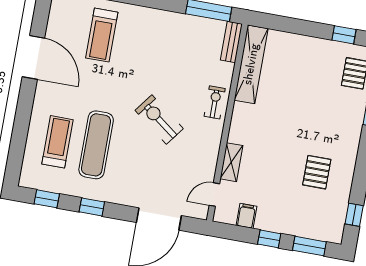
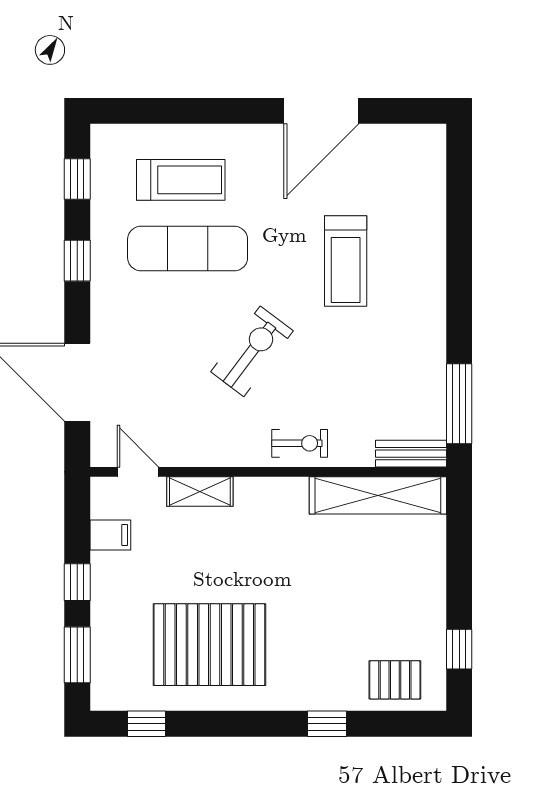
treadmill: (102, 35) -> (346, 261), moved, turned -90
pallet: (317, 172) -> (209, 645), width x2.05, depth x2.00

